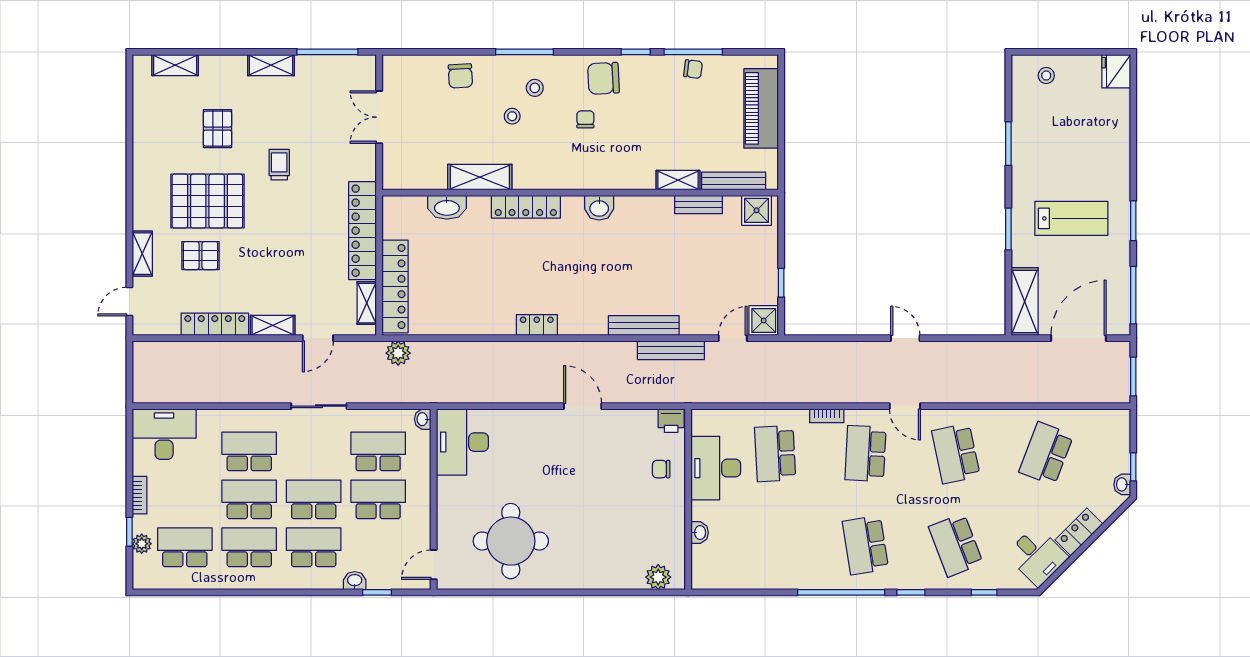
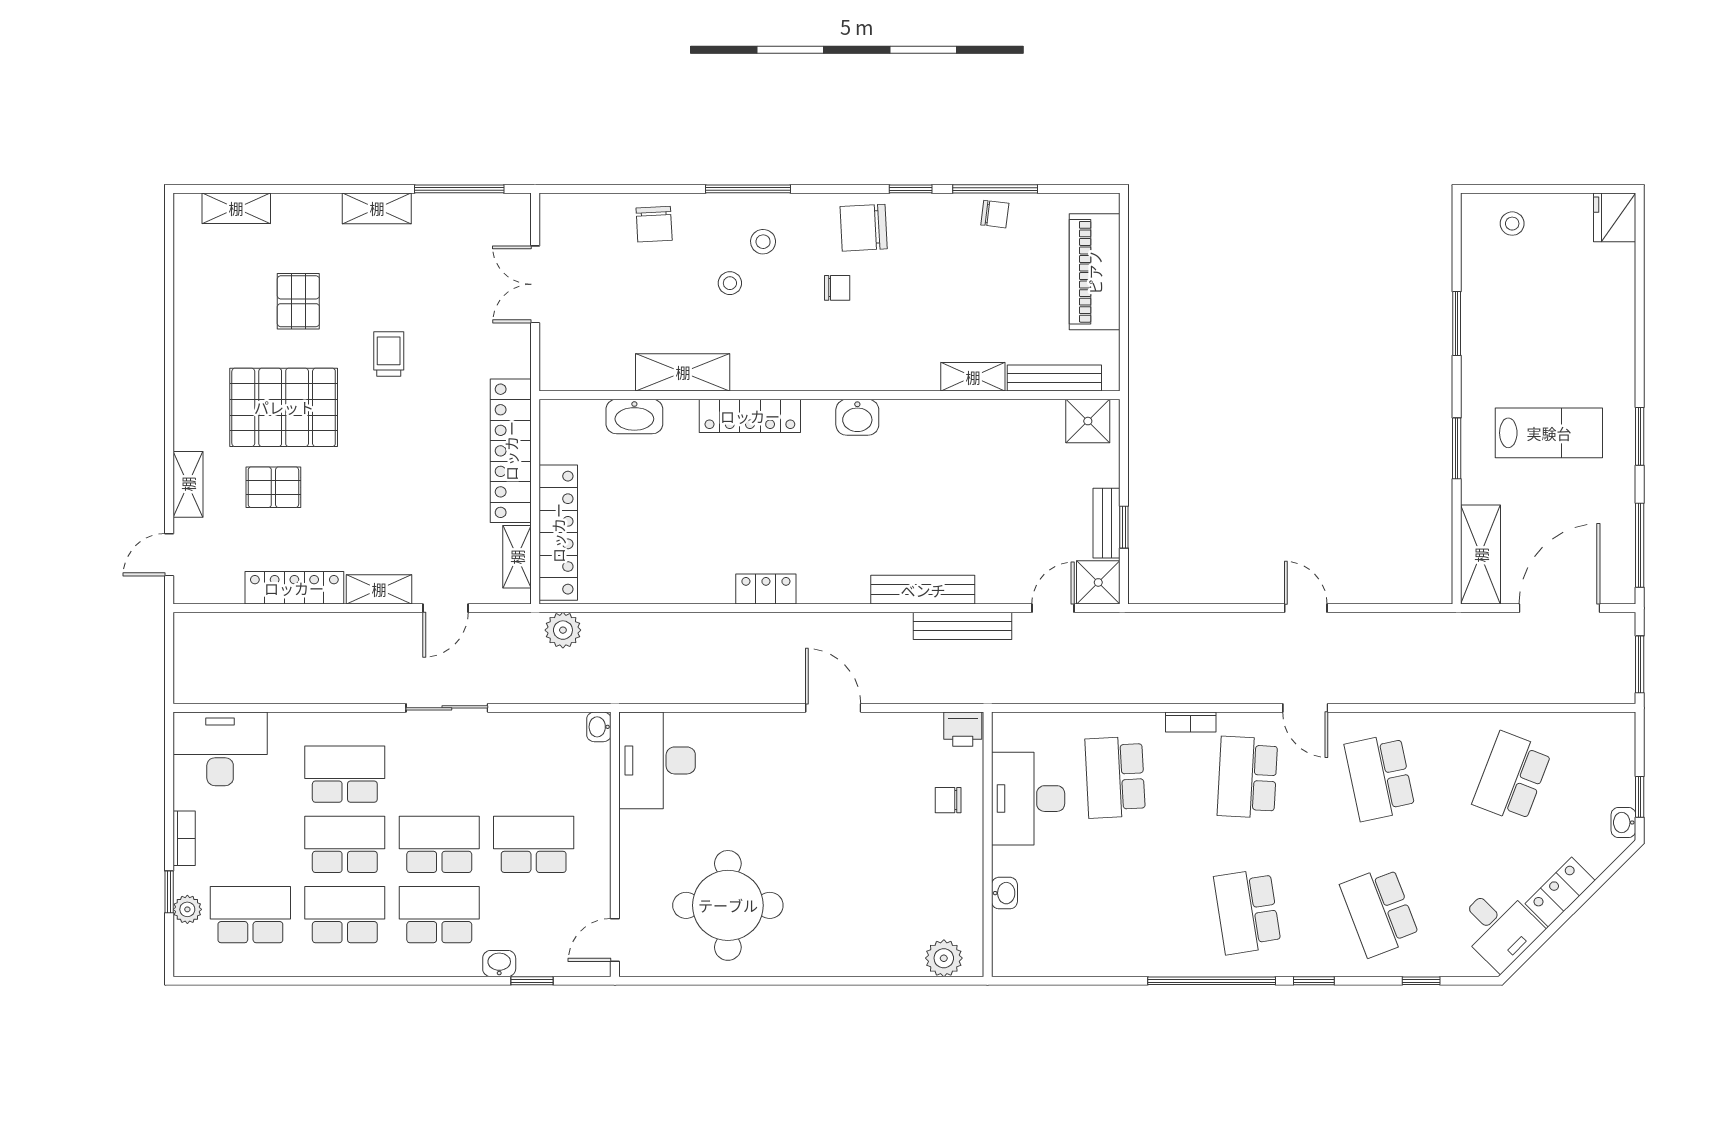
chair: (585, 119) -> (837, 288), turned 90
bench: (699, 205) -> (1107, 523), moved, turned 90
school desk: (378, 451) -> (534, 774), removed

